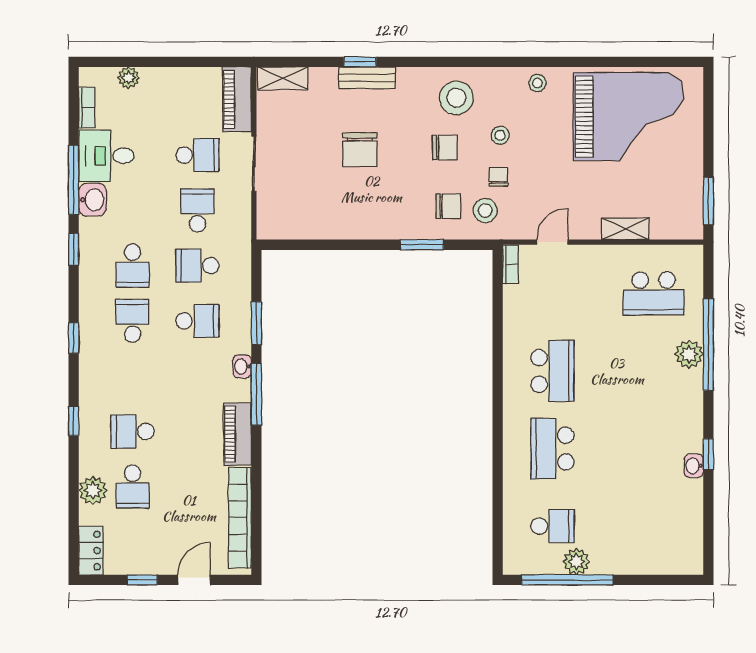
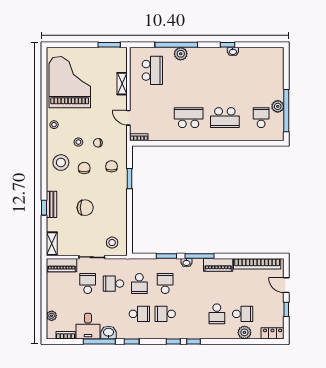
stool: (485, 211) -> (112, 243), moved
window: (74, 421) -> (193, 341), moved

